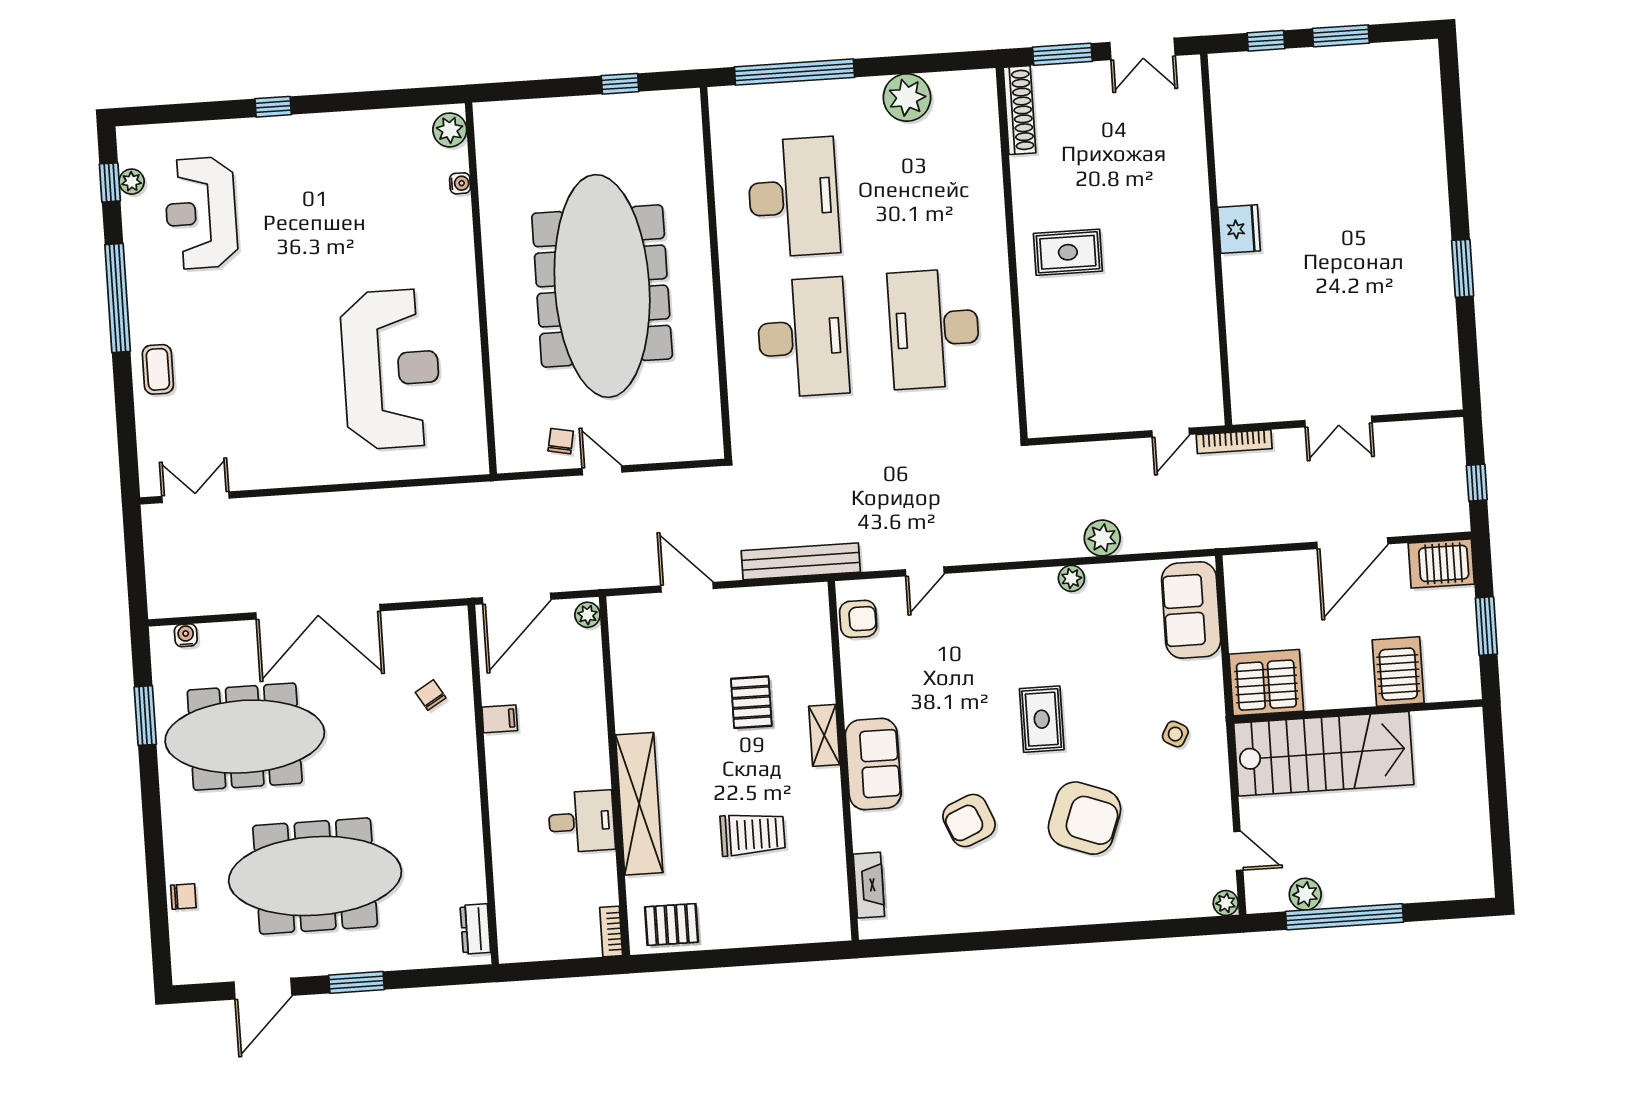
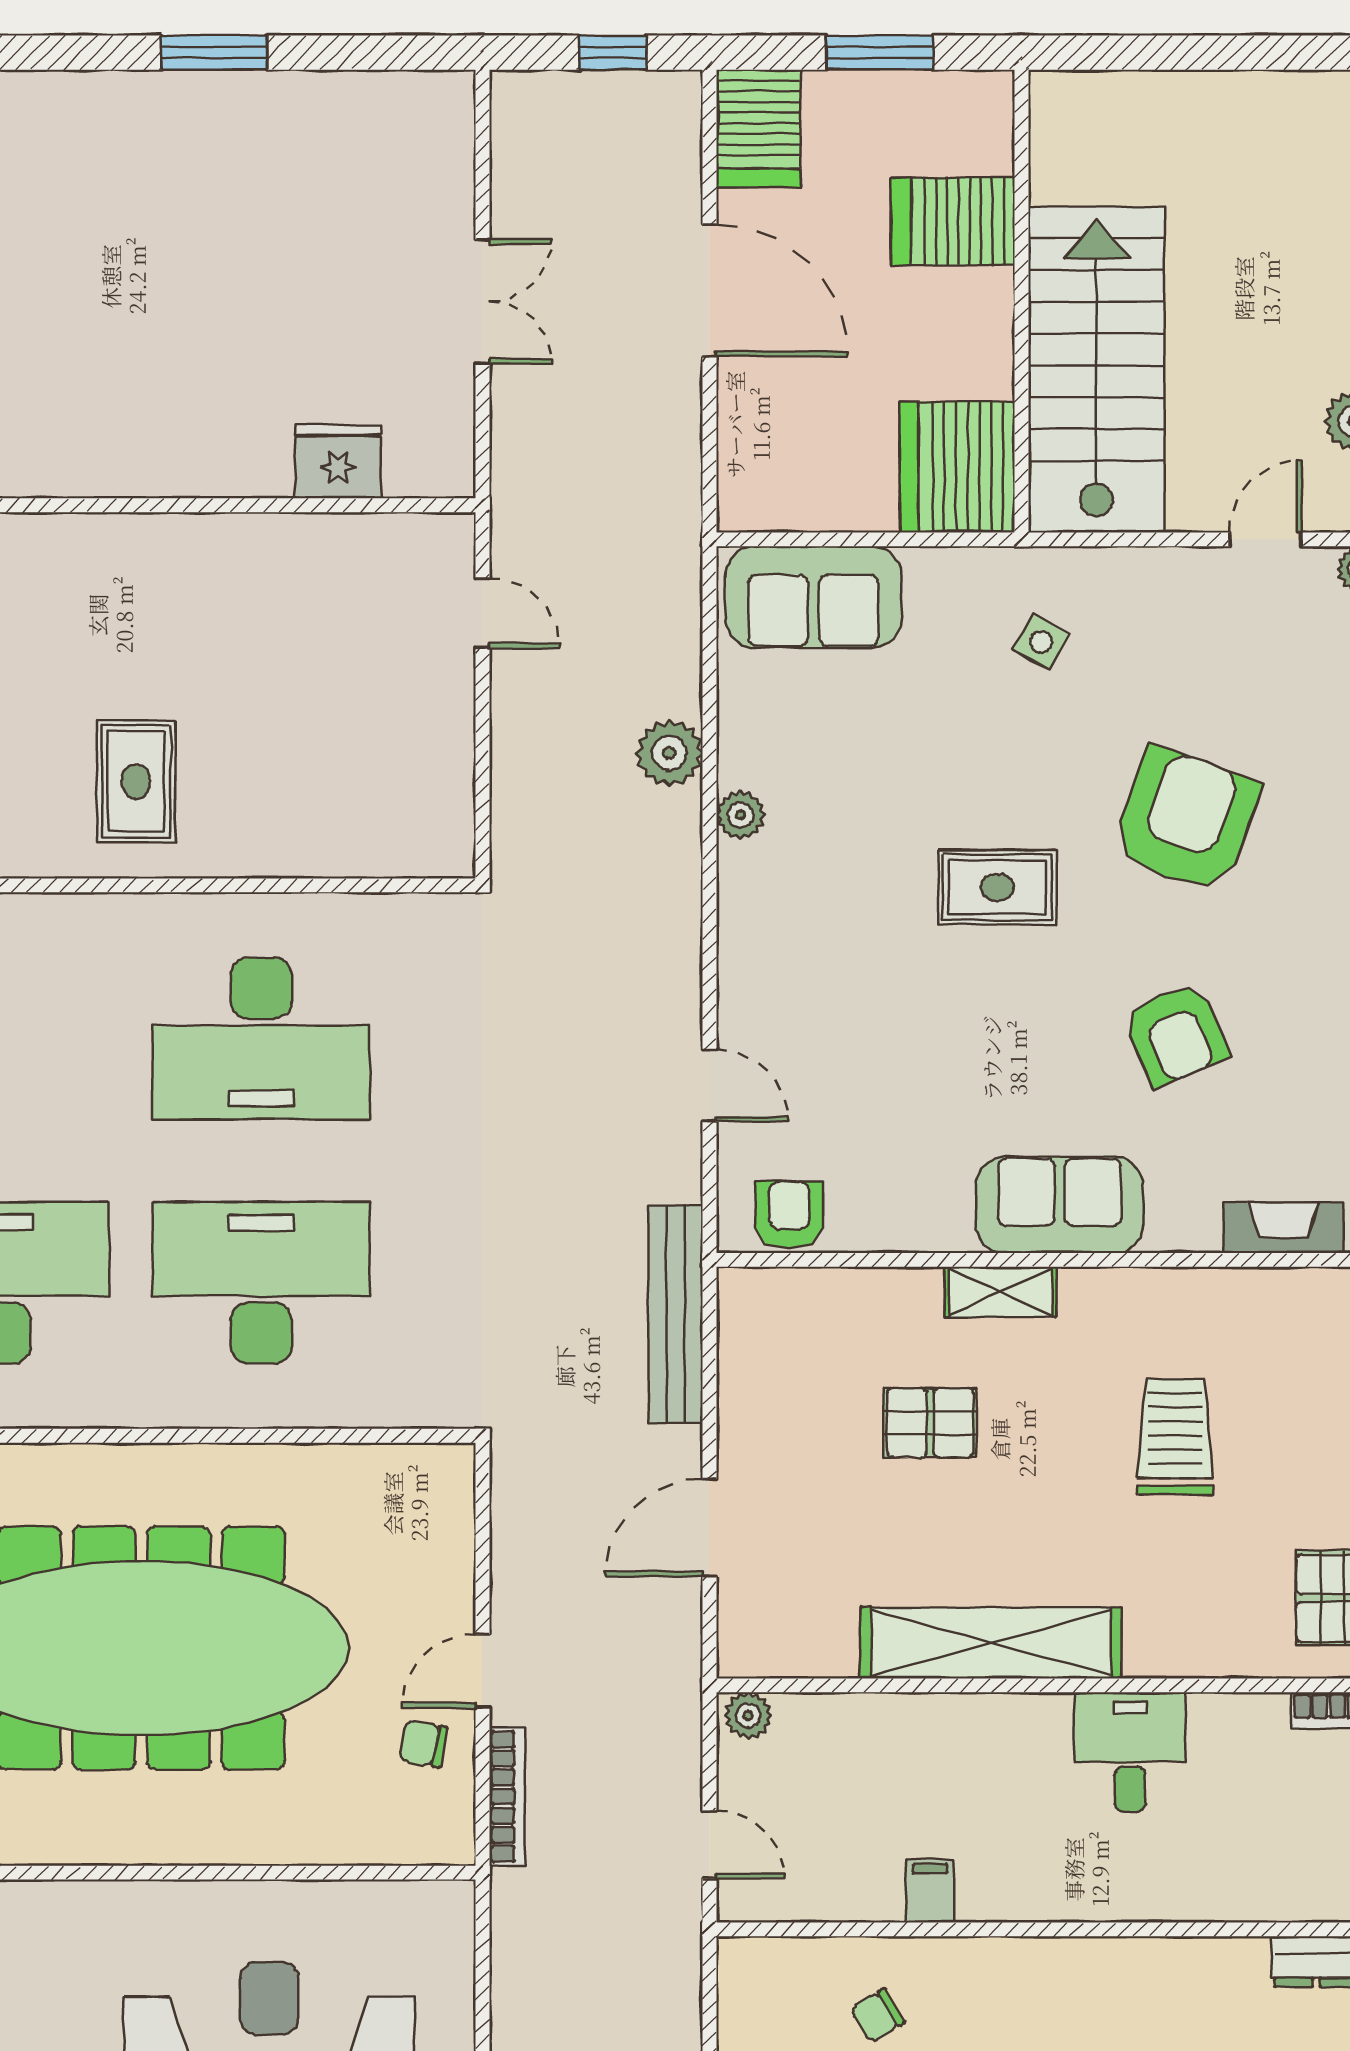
fridge: (1239, 229) -> (338, 462), moved
bookcase: (1234, 442) -> (507, 1797), moved
door: (517, 599) -> (709, 1845), width x0.53
shelving: (639, 804) -> (991, 1643), moved

